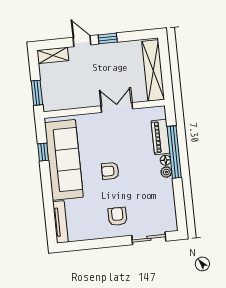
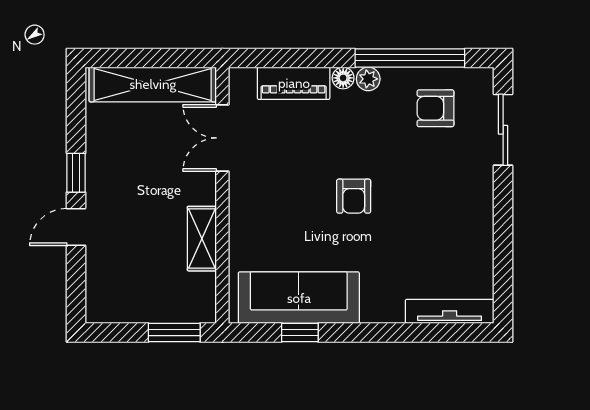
shelving: (53, 55) -> (202, 239), moved
double door: (117, 107) -> (222, 138), moved
window: (174, 152) -> (410, 58), moved
sofa: (64, 160) -> (299, 298), width x0.74, depth x0.79
armchair: (117, 216) -> (435, 108), moved

